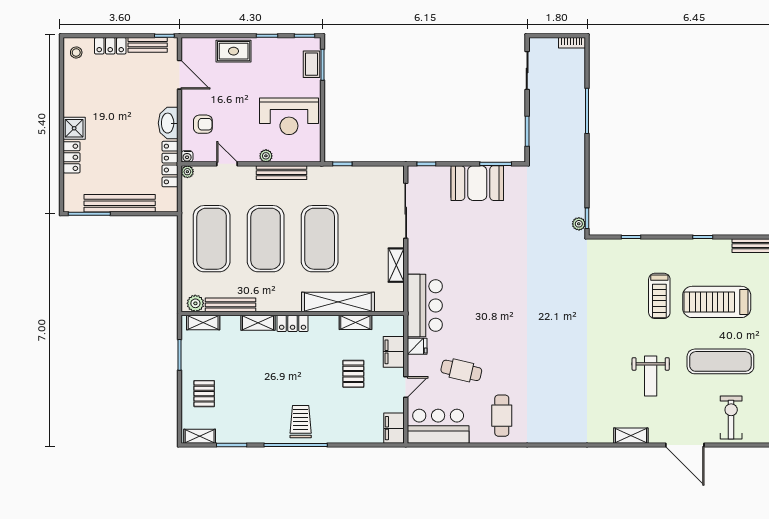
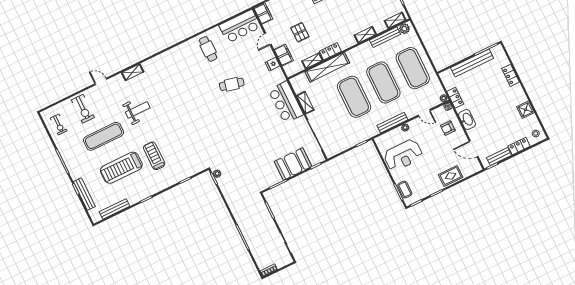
reception desk: (289, 116) -> (403, 155), turned 180
shower: (74, 128) -> (526, 110), moved
locker: (170, 164) -> (455, 98), width x0.66
booth: (477, 183) -> (293, 164), moved
treadmill: (717, 302) -> (121, 168), turned 180
bar counter: (425, 305) -> (286, 102), moved
locker: (293, 323) -> (330, 51), moved
cafe table: (461, 370) -> (232, 84), moved
weight bench: (651, 376) -> (138, 110), turned 90
door: (685, 445) -> (101, 82), width x0.53

